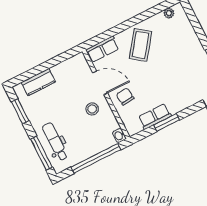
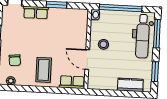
coffee table: (140, 45) -> (44, 70), turned -37
chair: (125, 96) -> (15, 60), moved
row of seats: (155, 116) -> (36, 12), moved
dental chair: (55, 142) -> (143, 36), width x1.36, depth x1.38

